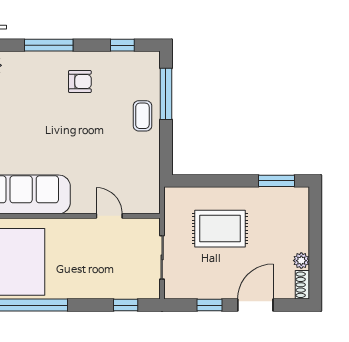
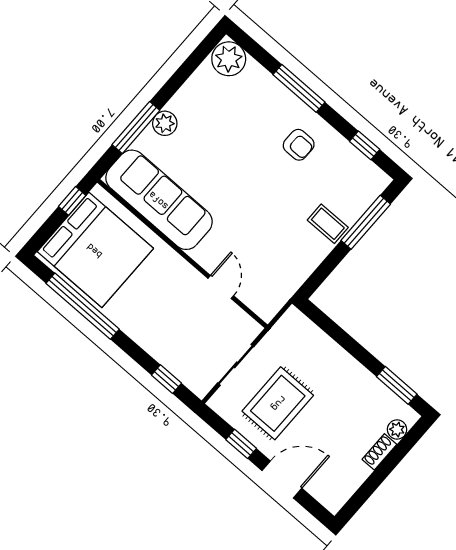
coffee table: (142, 116) -> (328, 224), turned 90
rug: (220, 229) -> (278, 403), moved, turned 90
plant: (301, 261) -> (397, 429), moved
shoe rack: (302, 285) -> (379, 452), moved

